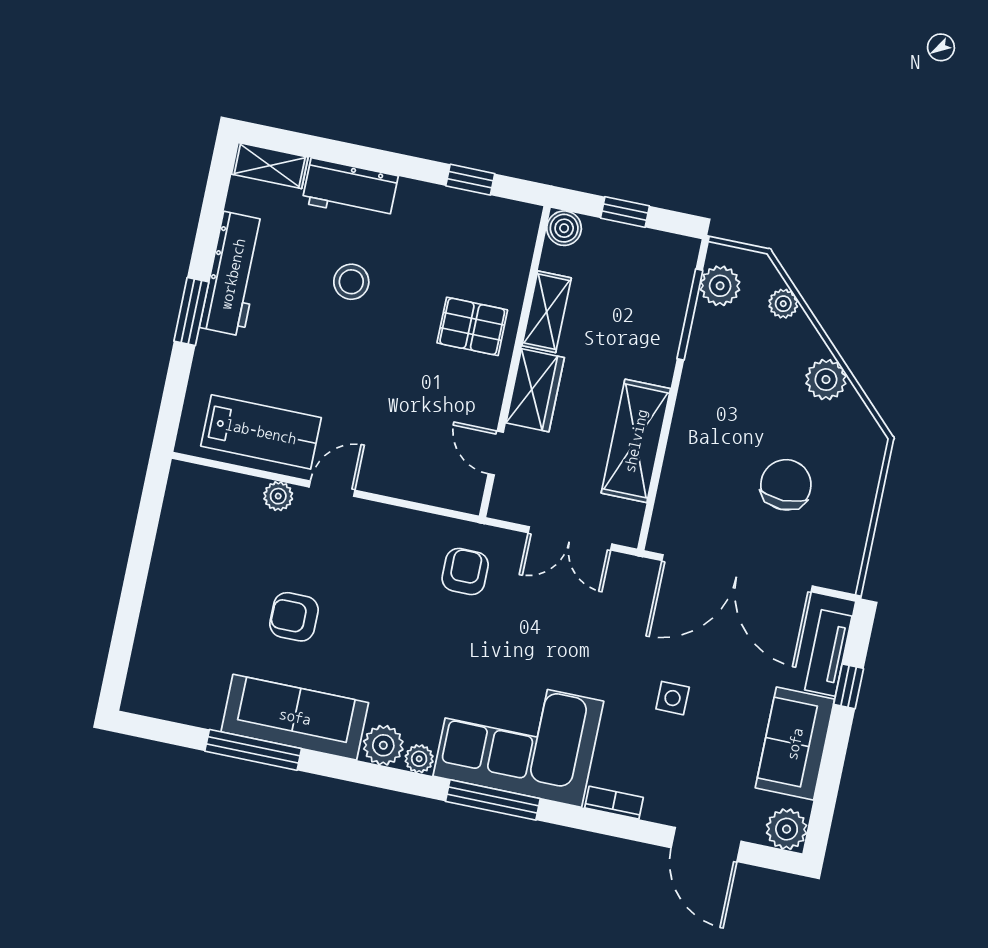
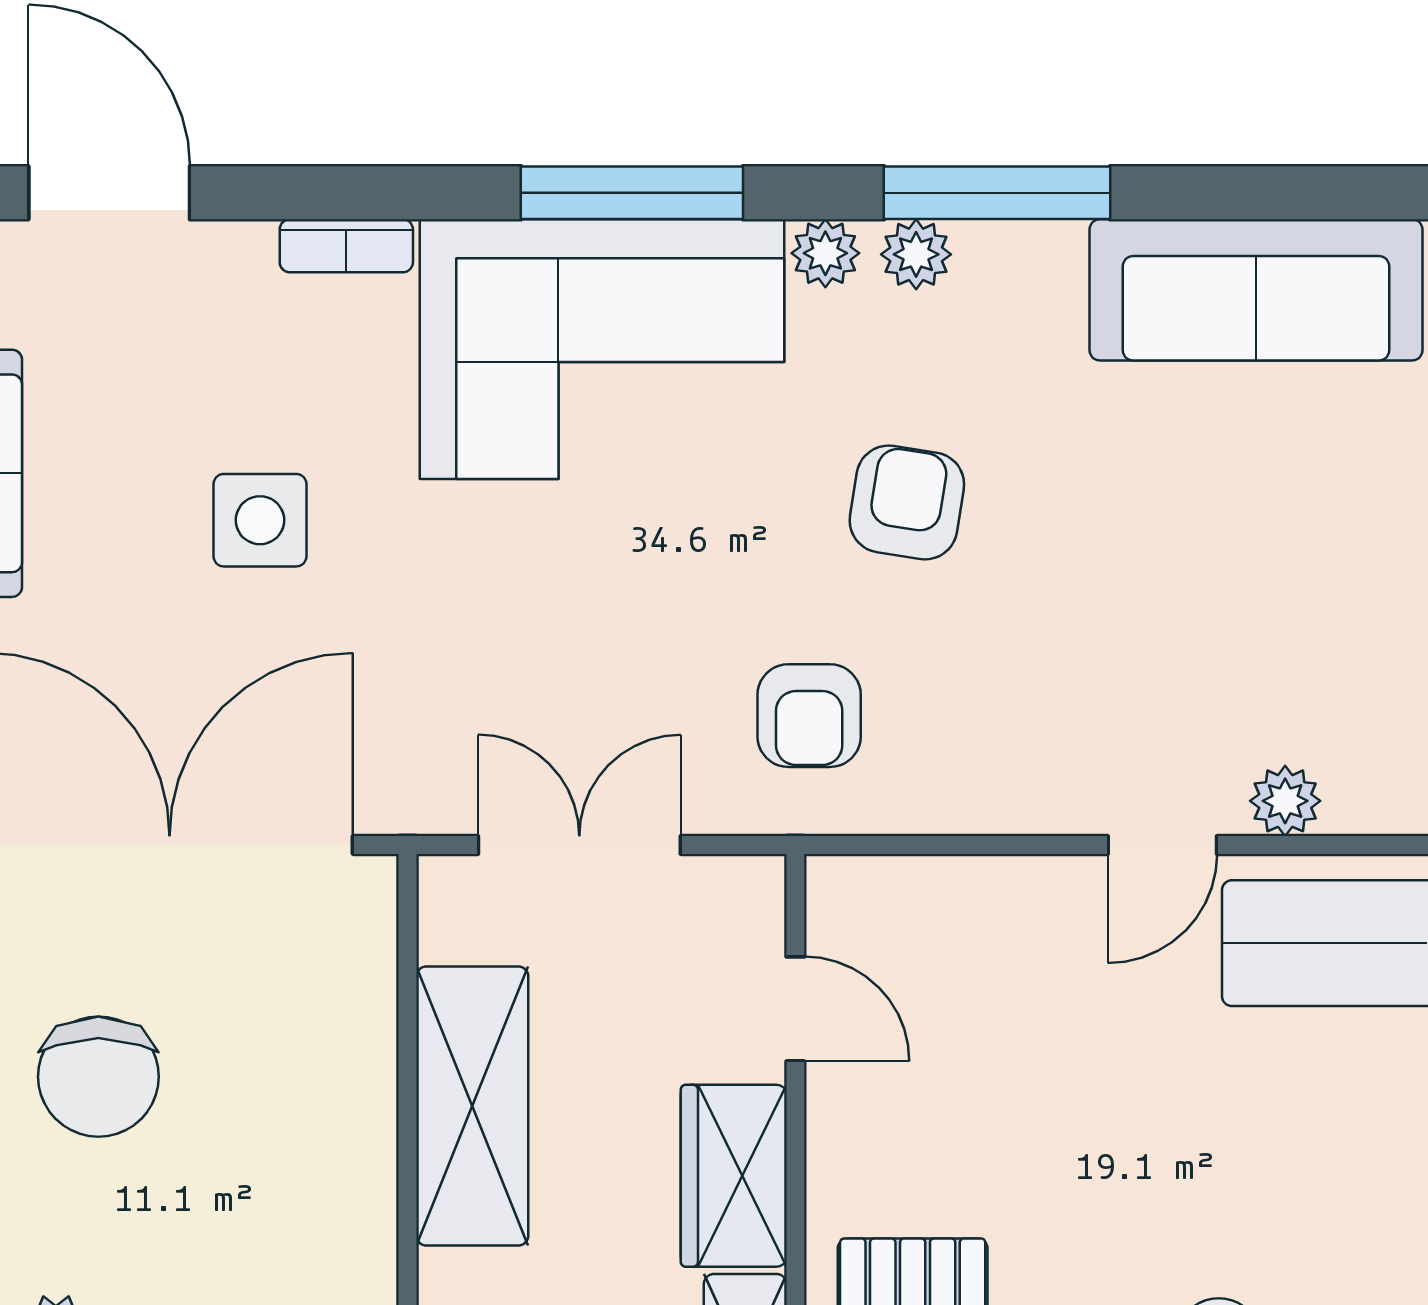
armchair: (294, 617) -> (907, 502), moved, turned -81
side table: (673, 698) -> (260, 520), width x1.37, depth x1.37
sofa: (295, 717) -> (1256, 290), moved
plant: (383, 745) -> (916, 254), width x0.73, depth x0.73
window: (253, 750) -> (997, 193), moved

